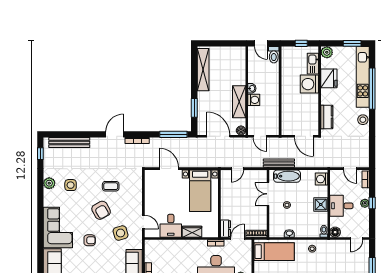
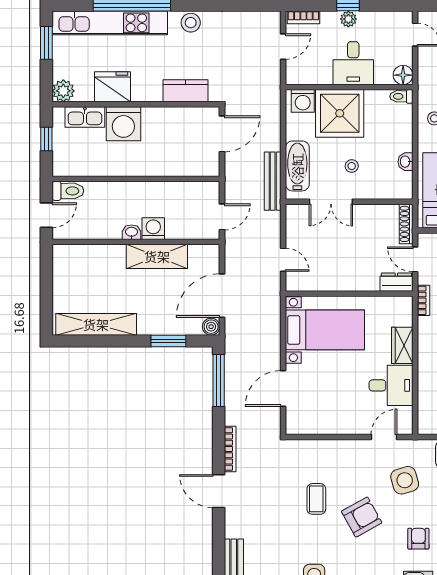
boiler: (241, 130) -> (211, 327), moved
shower: (321, 205) -> (340, 113), width x1.86, depth x1.86

